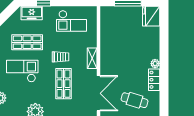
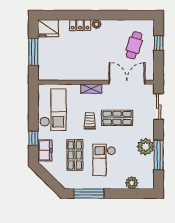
checkout: (72, 21) -> (53, 110), width x1.36, depth x1.21
locker: (154, 80) -> (80, 25), moved

